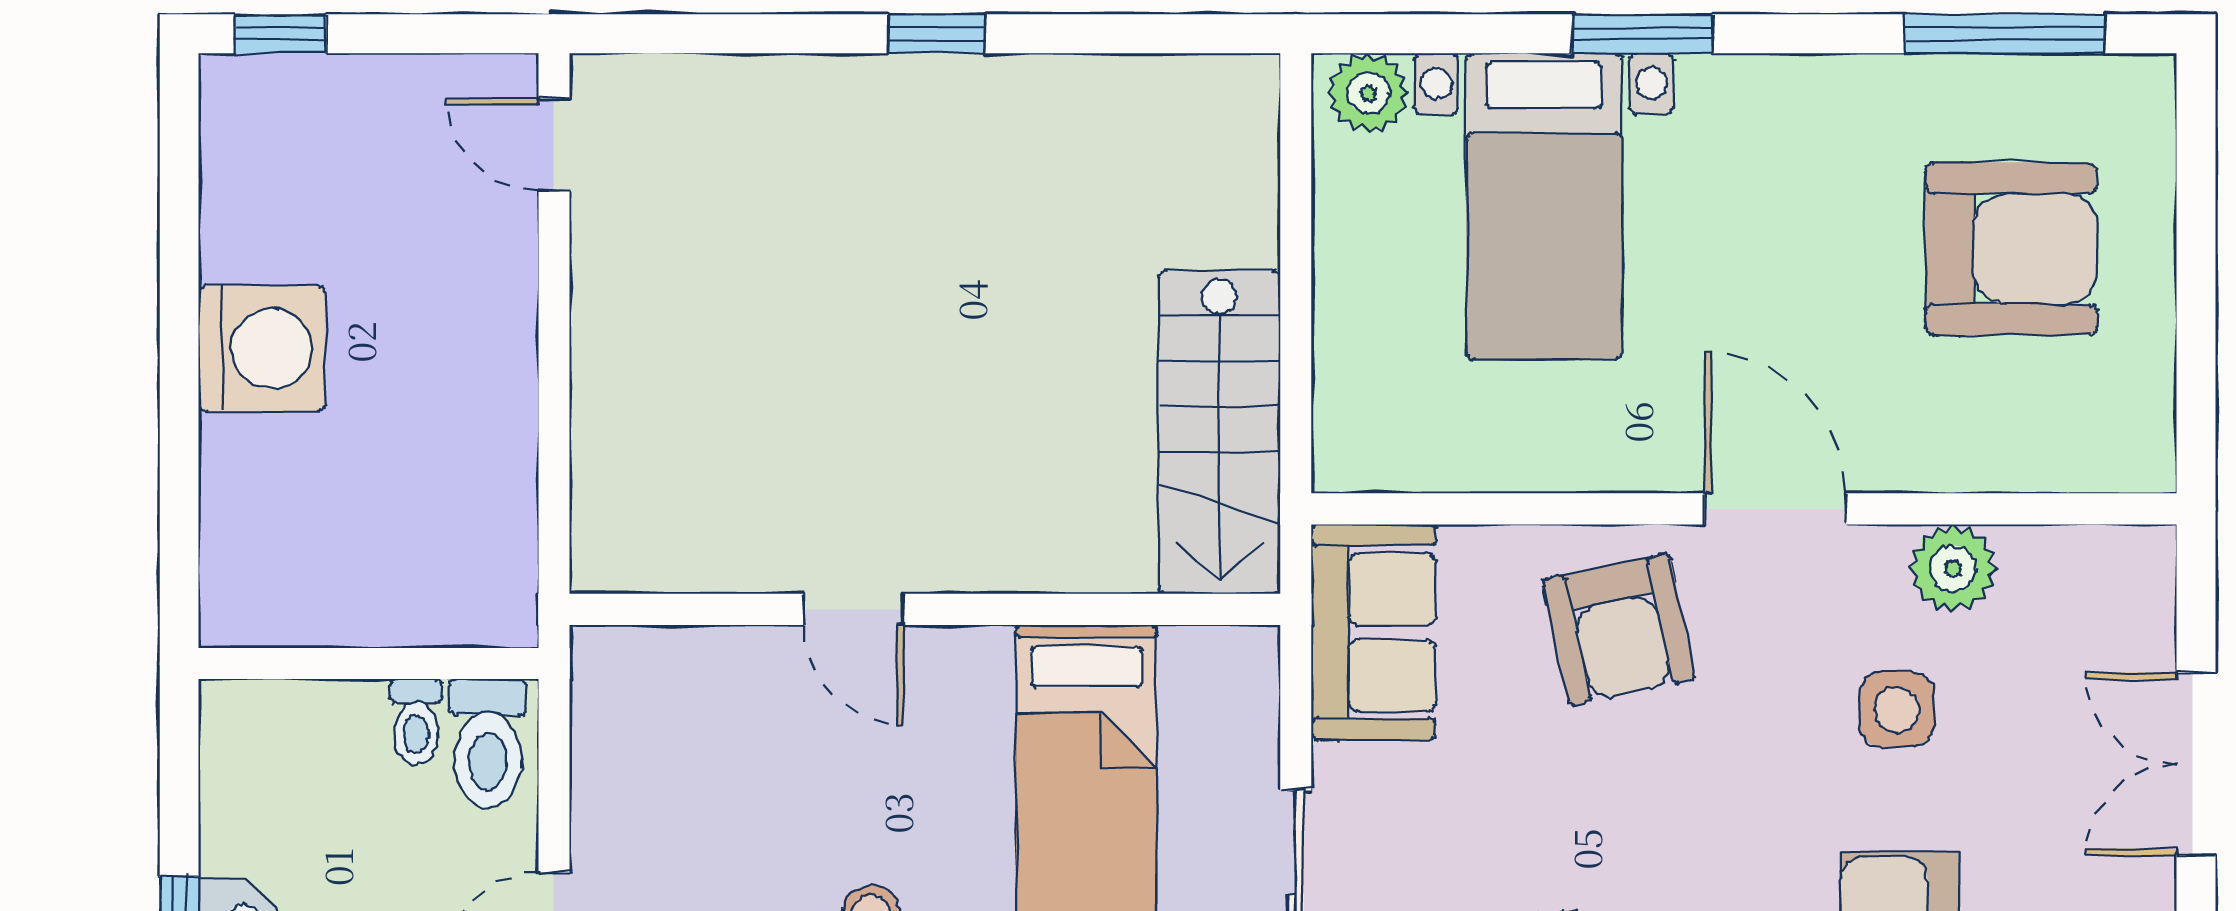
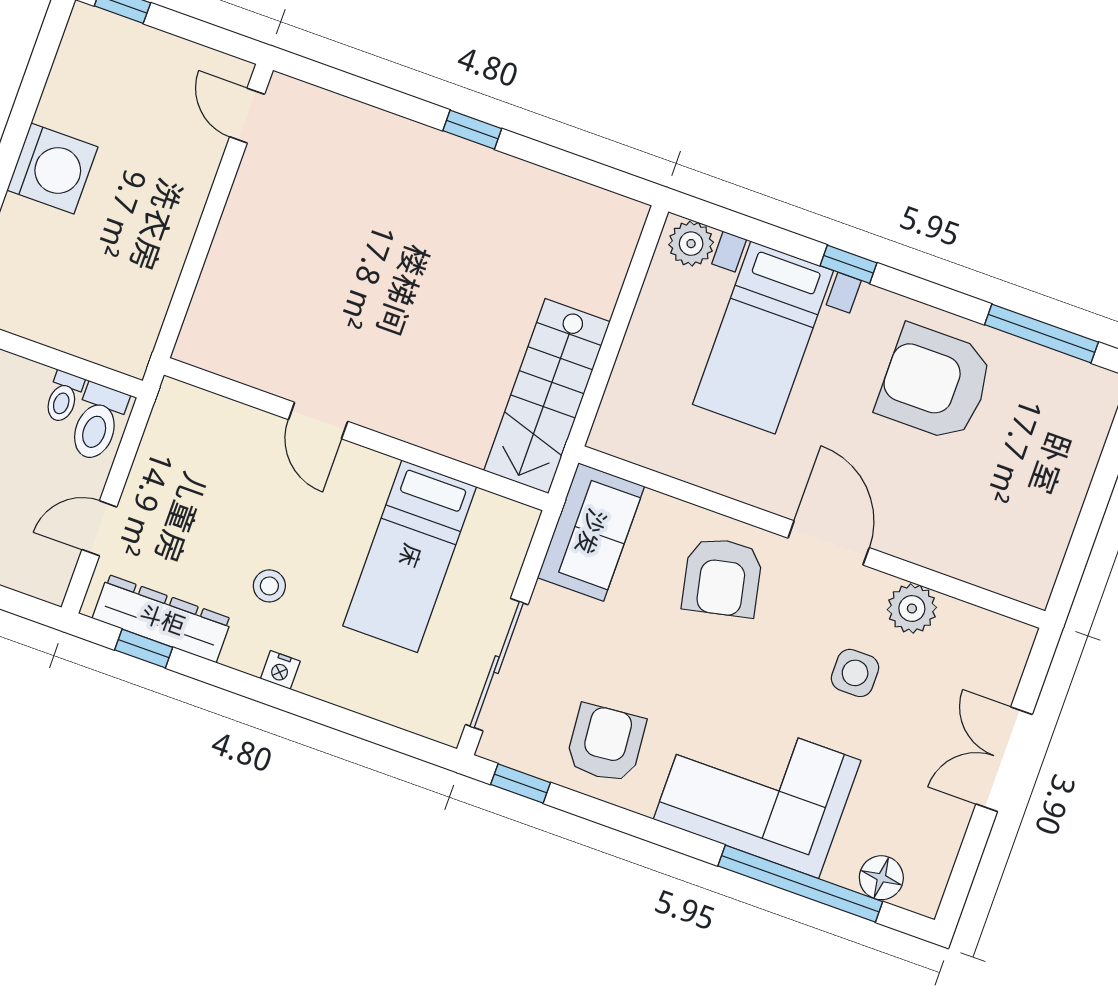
window: (1642, 34) -> (848, 264), width x0.67
armchair: (2011, 249) -> (935, 383), moved, turned 180

